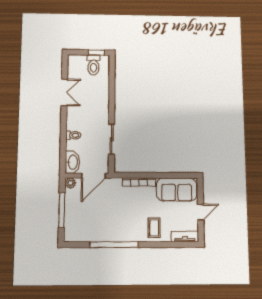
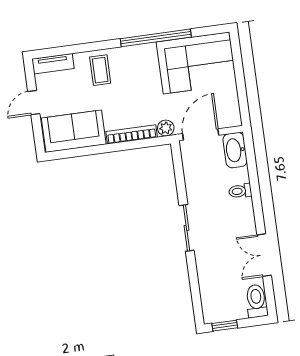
toilet: (93, 65) -> (256, 301), moved
sliding door: (112, 139) -> (187, 228), moved
plant: (70, 183) -> (166, 128), moved
window: (62, 210) -> (240, 77), removed
corner sofa: (89, 224) -> (196, 63), added

